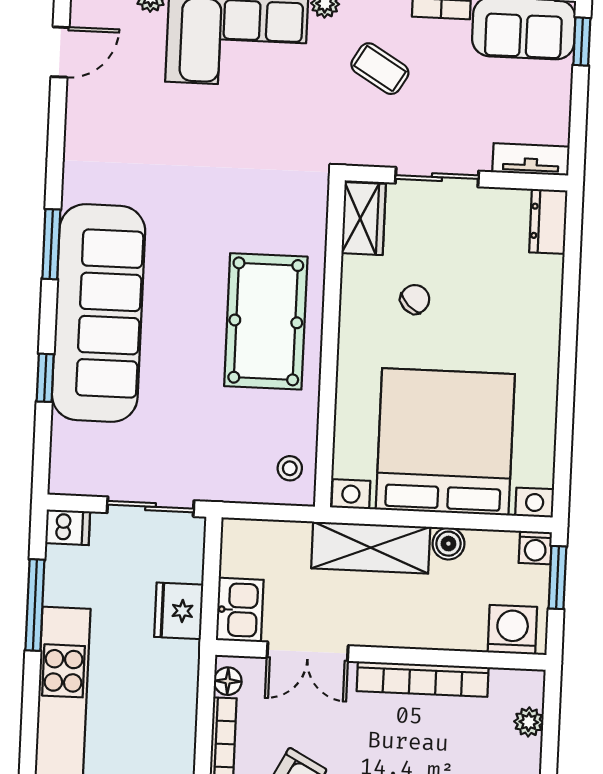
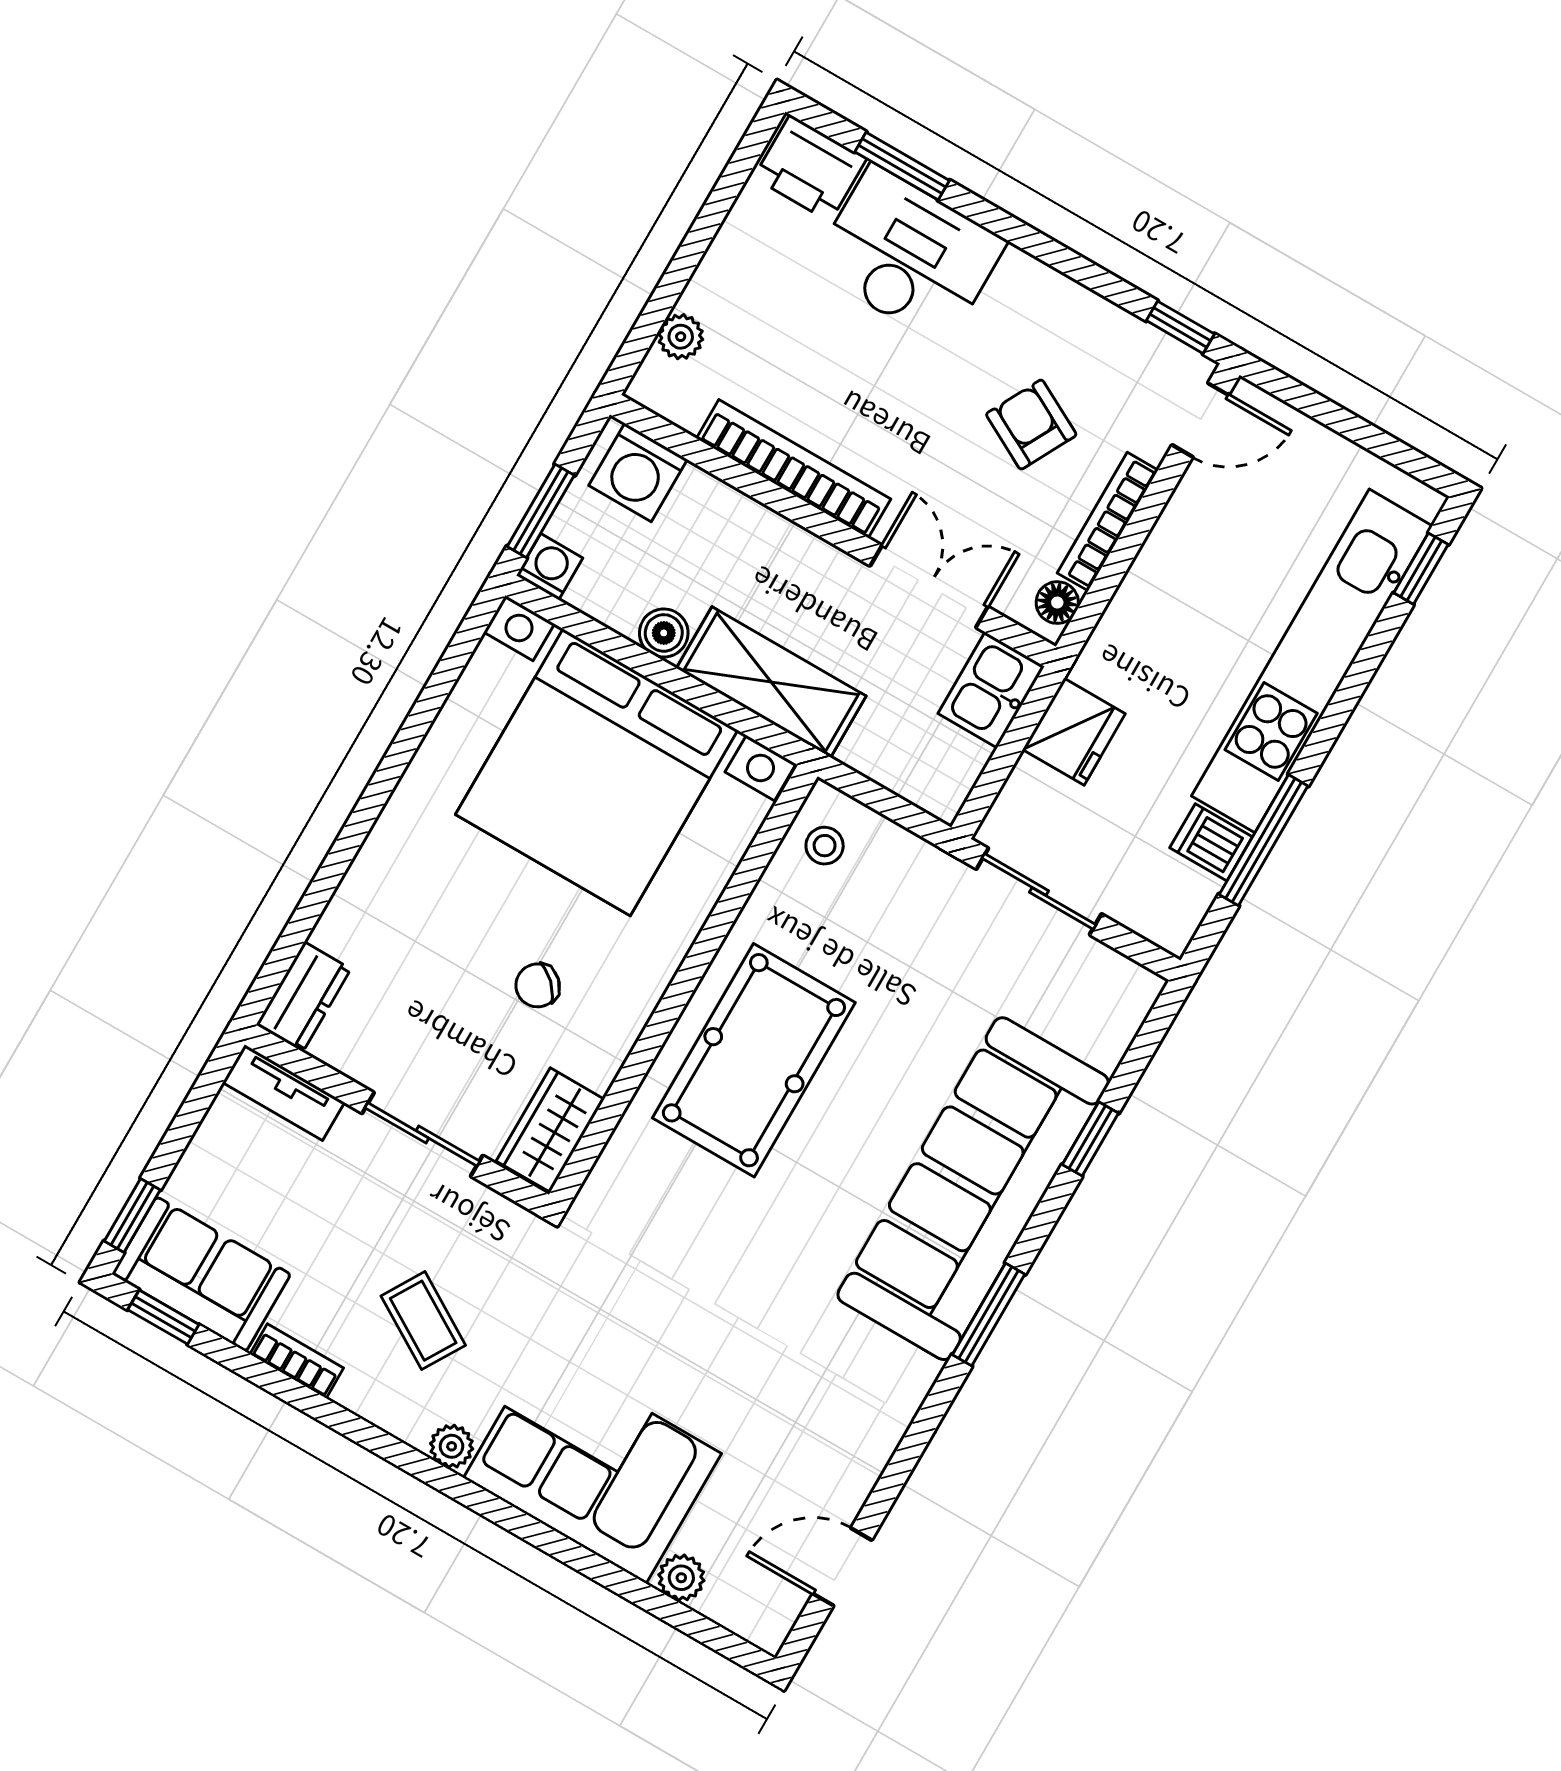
dishwasher: (68, 527) -> (1211, 842), moved

